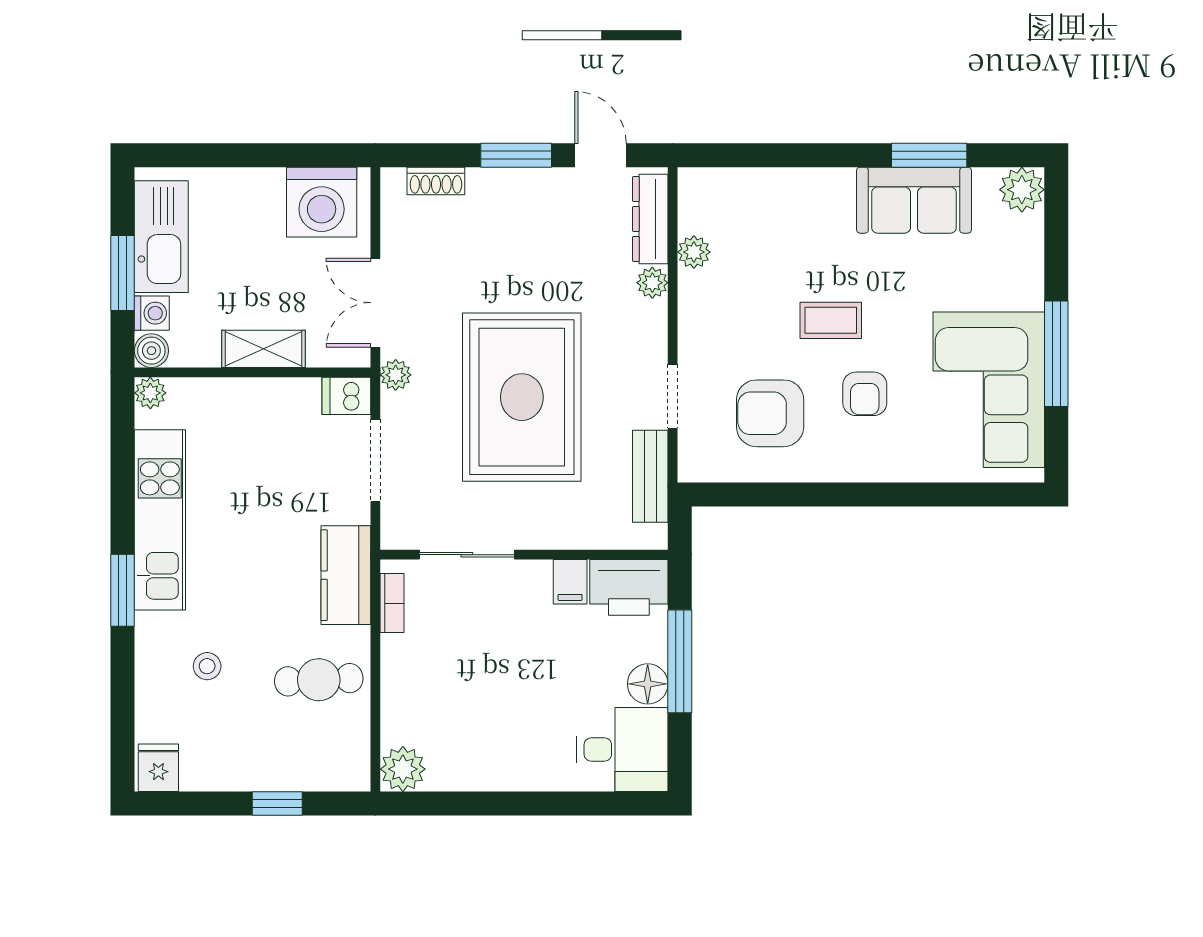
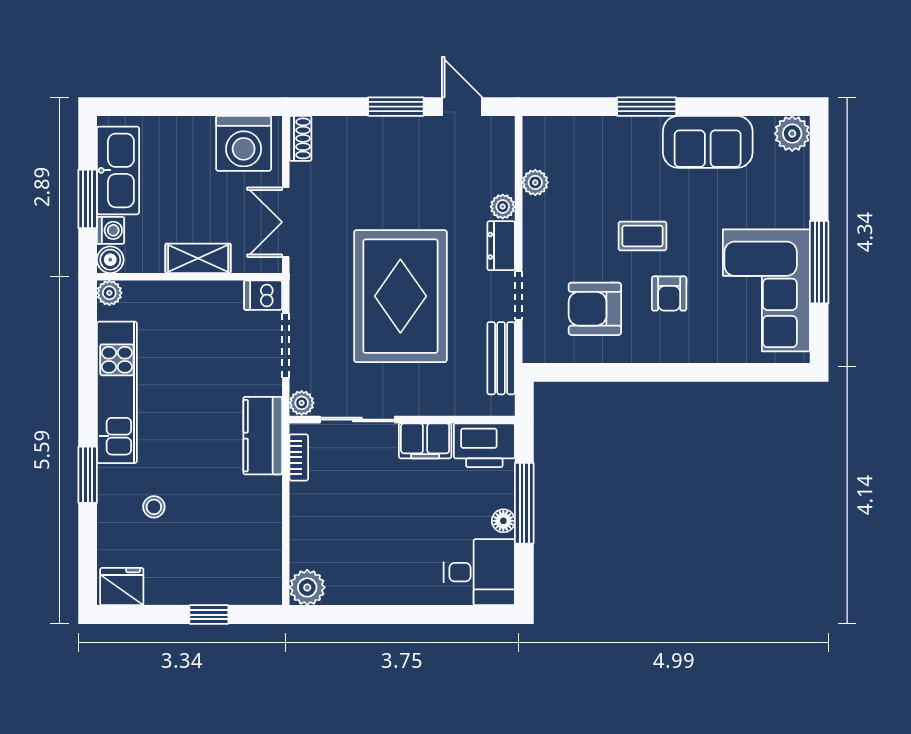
window: (929, 155) -> (647, 107), moved
shoe rack: (436, 181) -> (300, 138), moved, turned -90
dresser: (650, 219) -> (501, 246), moved, width x0.70
plant: (396, 375) -> (302, 403), moved
filing cabinet: (570, 582) -> (425, 441), width x2.00
window: (123, 590) -> (88, 475), moved
cafe table: (319, 680) -> (241, 518), removed
floor lamp: (648, 684) -> (503, 521), width x0.73, depth x0.73
fridge: (158, 768) -> (122, 587), width x1.38

